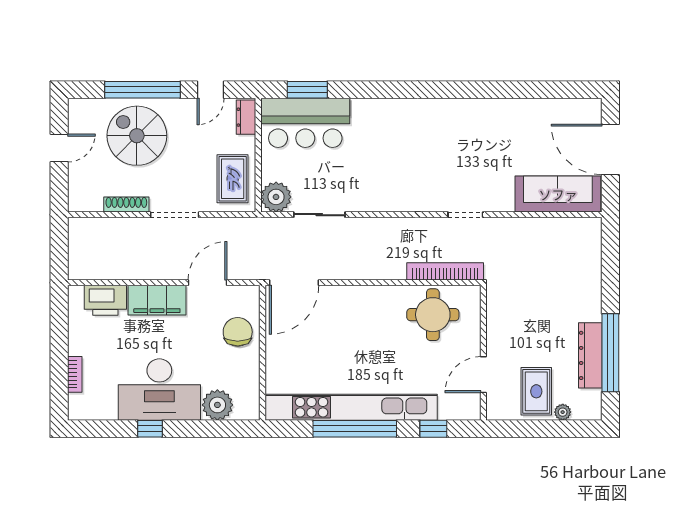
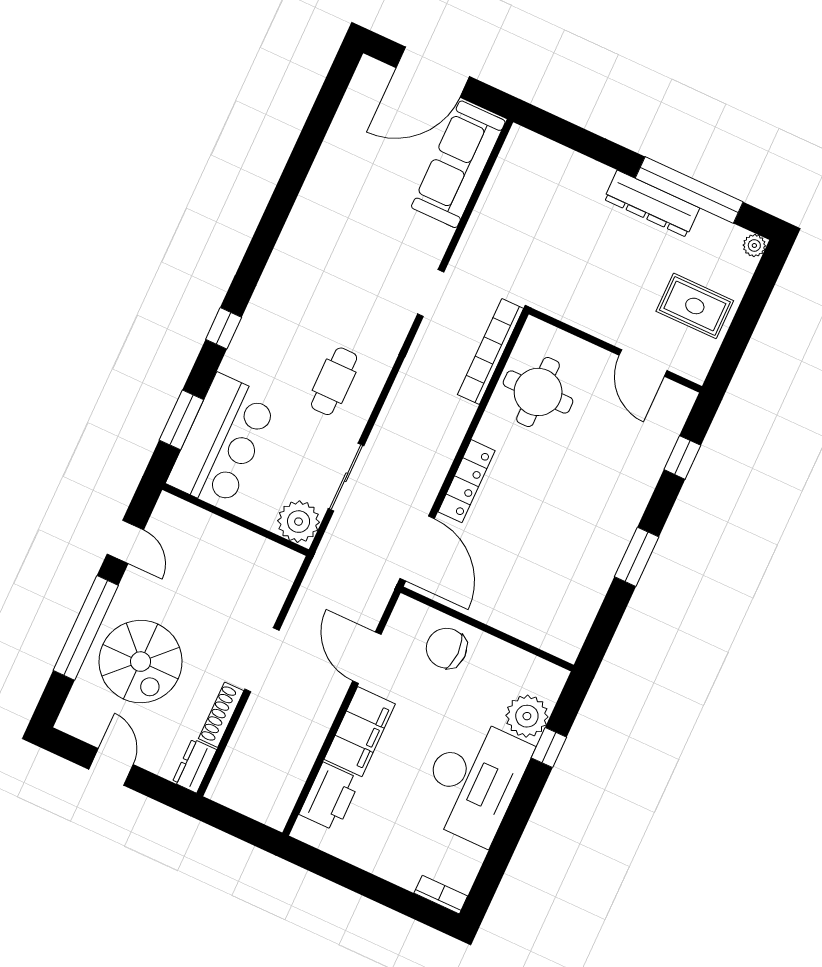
window: (380, 90) -> (224, 328), added
dresser: (246, 117) -> (194, 766), moved, turned 90
spiral stairs: (137, 136) -> (141, 662), turned -90
cafe table: (378, 178) -> (334, 381), added
rug: (233, 179) -> (250, 566), removed
locker: (353, 295) -> (466, 481), added
dresser: (590, 355) -> (652, 204), moved
bookcase: (75, 374) -> (441, 895), moved
kitchen unit: (351, 407) -> (607, 549), removed
plant: (563, 412) -> (754, 245), moved
window: (150, 429) -> (549, 748), moved
window: (355, 429) -> (637, 557), width x0.47

